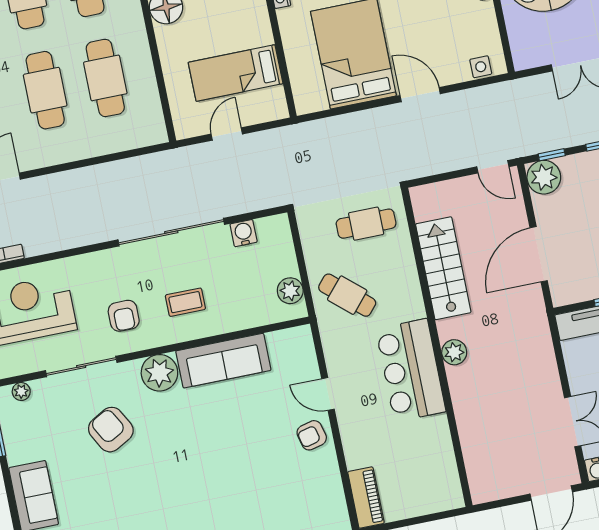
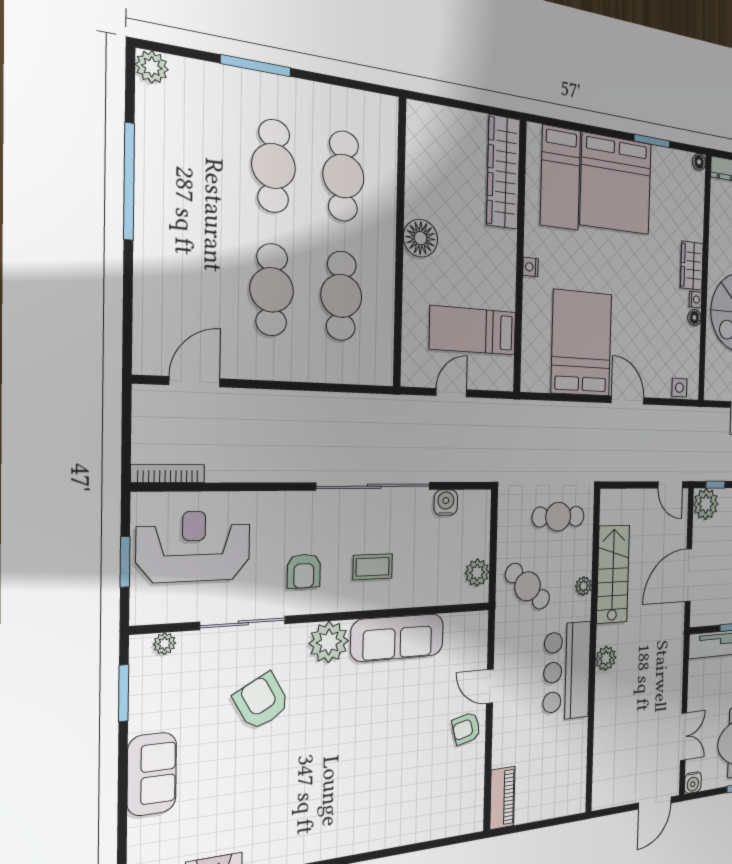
plant: (411, 285) -> (583, 586), added

